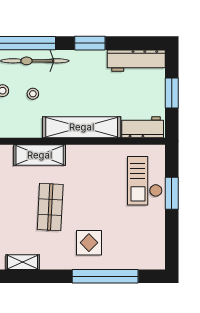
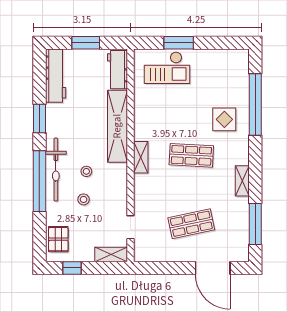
shelving: (40, 155) -> (141, 157), width x0.67, depth x0.75

